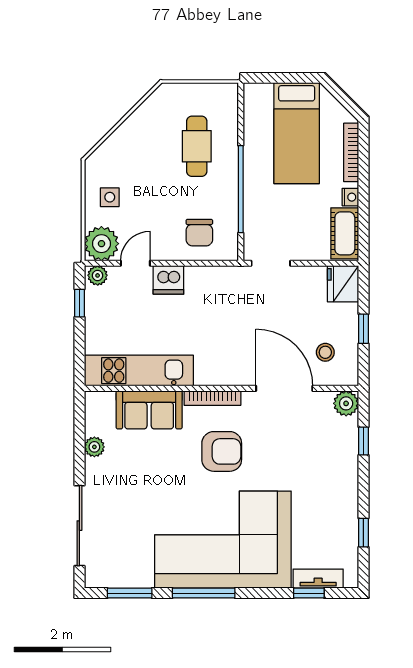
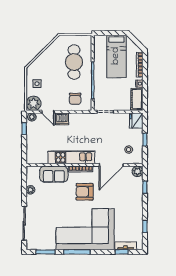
cafe table: (197, 146) -> (74, 62), width x1.37, depth x1.35
door: (135, 263) -> (48, 112), swing flipped
kitchen unit: (139, 371) -> (71, 157), moved
door: (284, 388) -> (111, 165), swing flipped
armchair: (222, 451) -> (85, 192), turned 180

